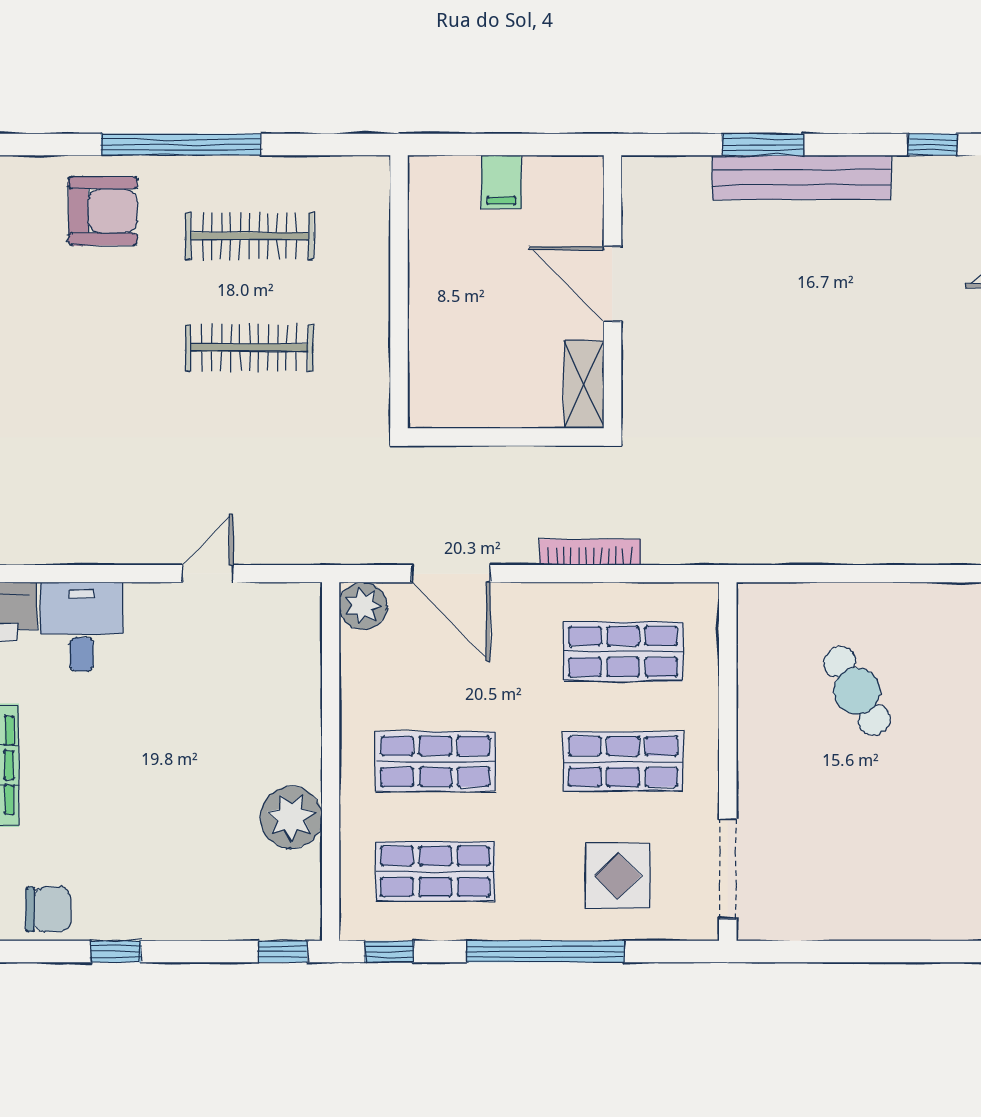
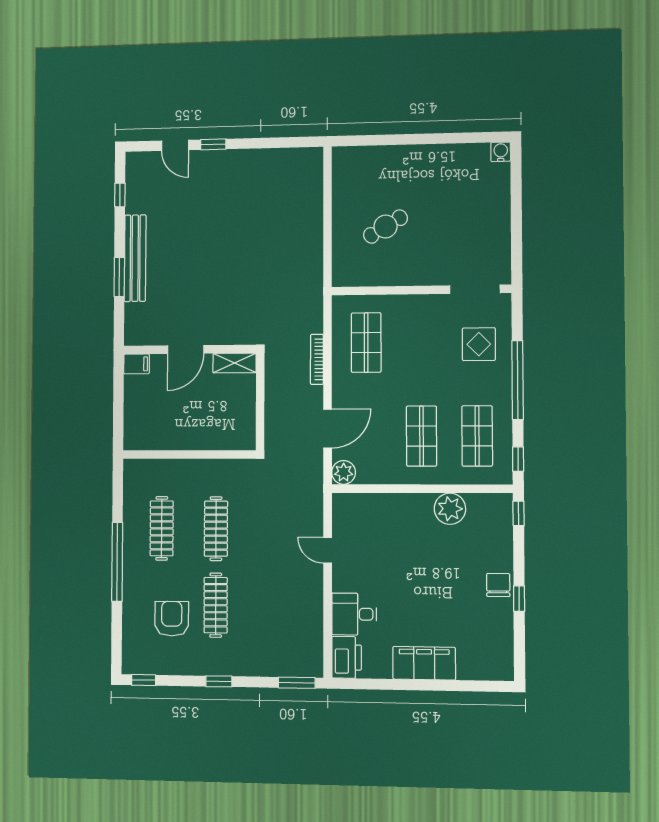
filing cabinet: (501, 182) -> (137, 364), moved
armchair: (103, 211) -> (172, 619), moved
clothes rail: (96, 348) -> (216, 605), added
shop shelf: (623, 762) -> (421, 342), removed
chair: (48, 909) -> (498, 585), moved

